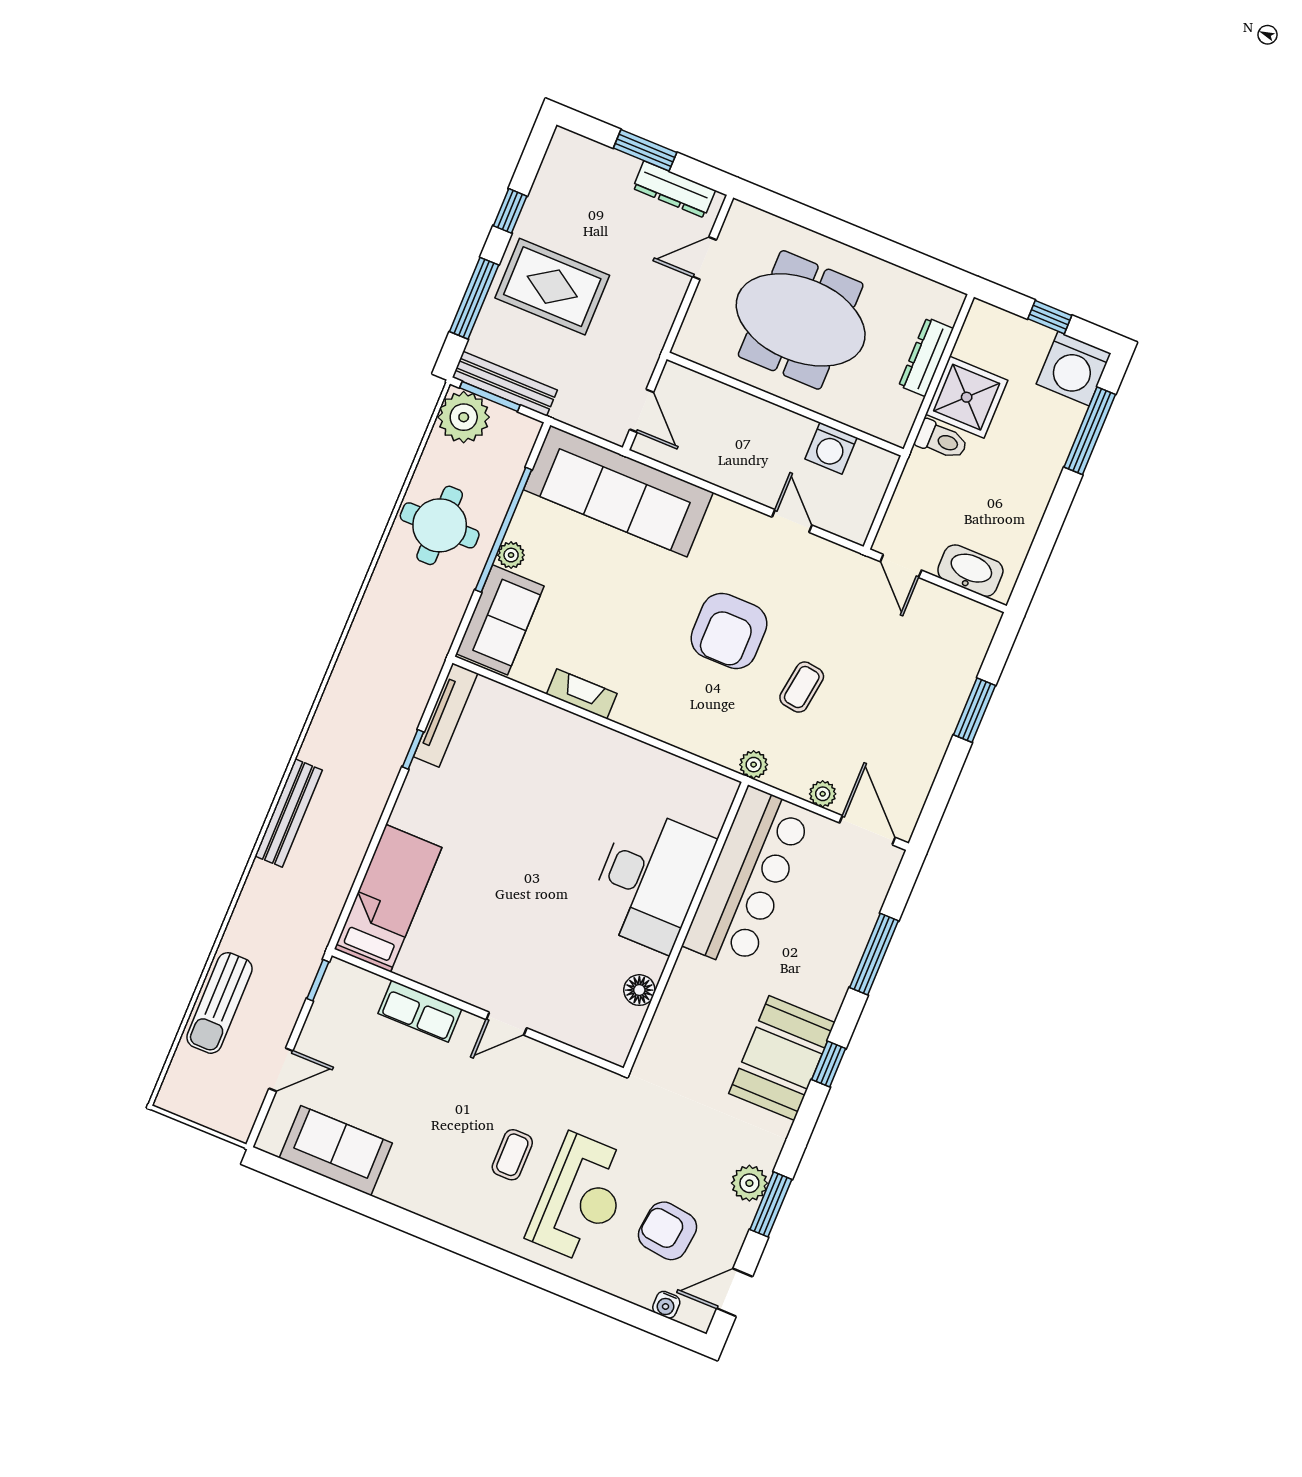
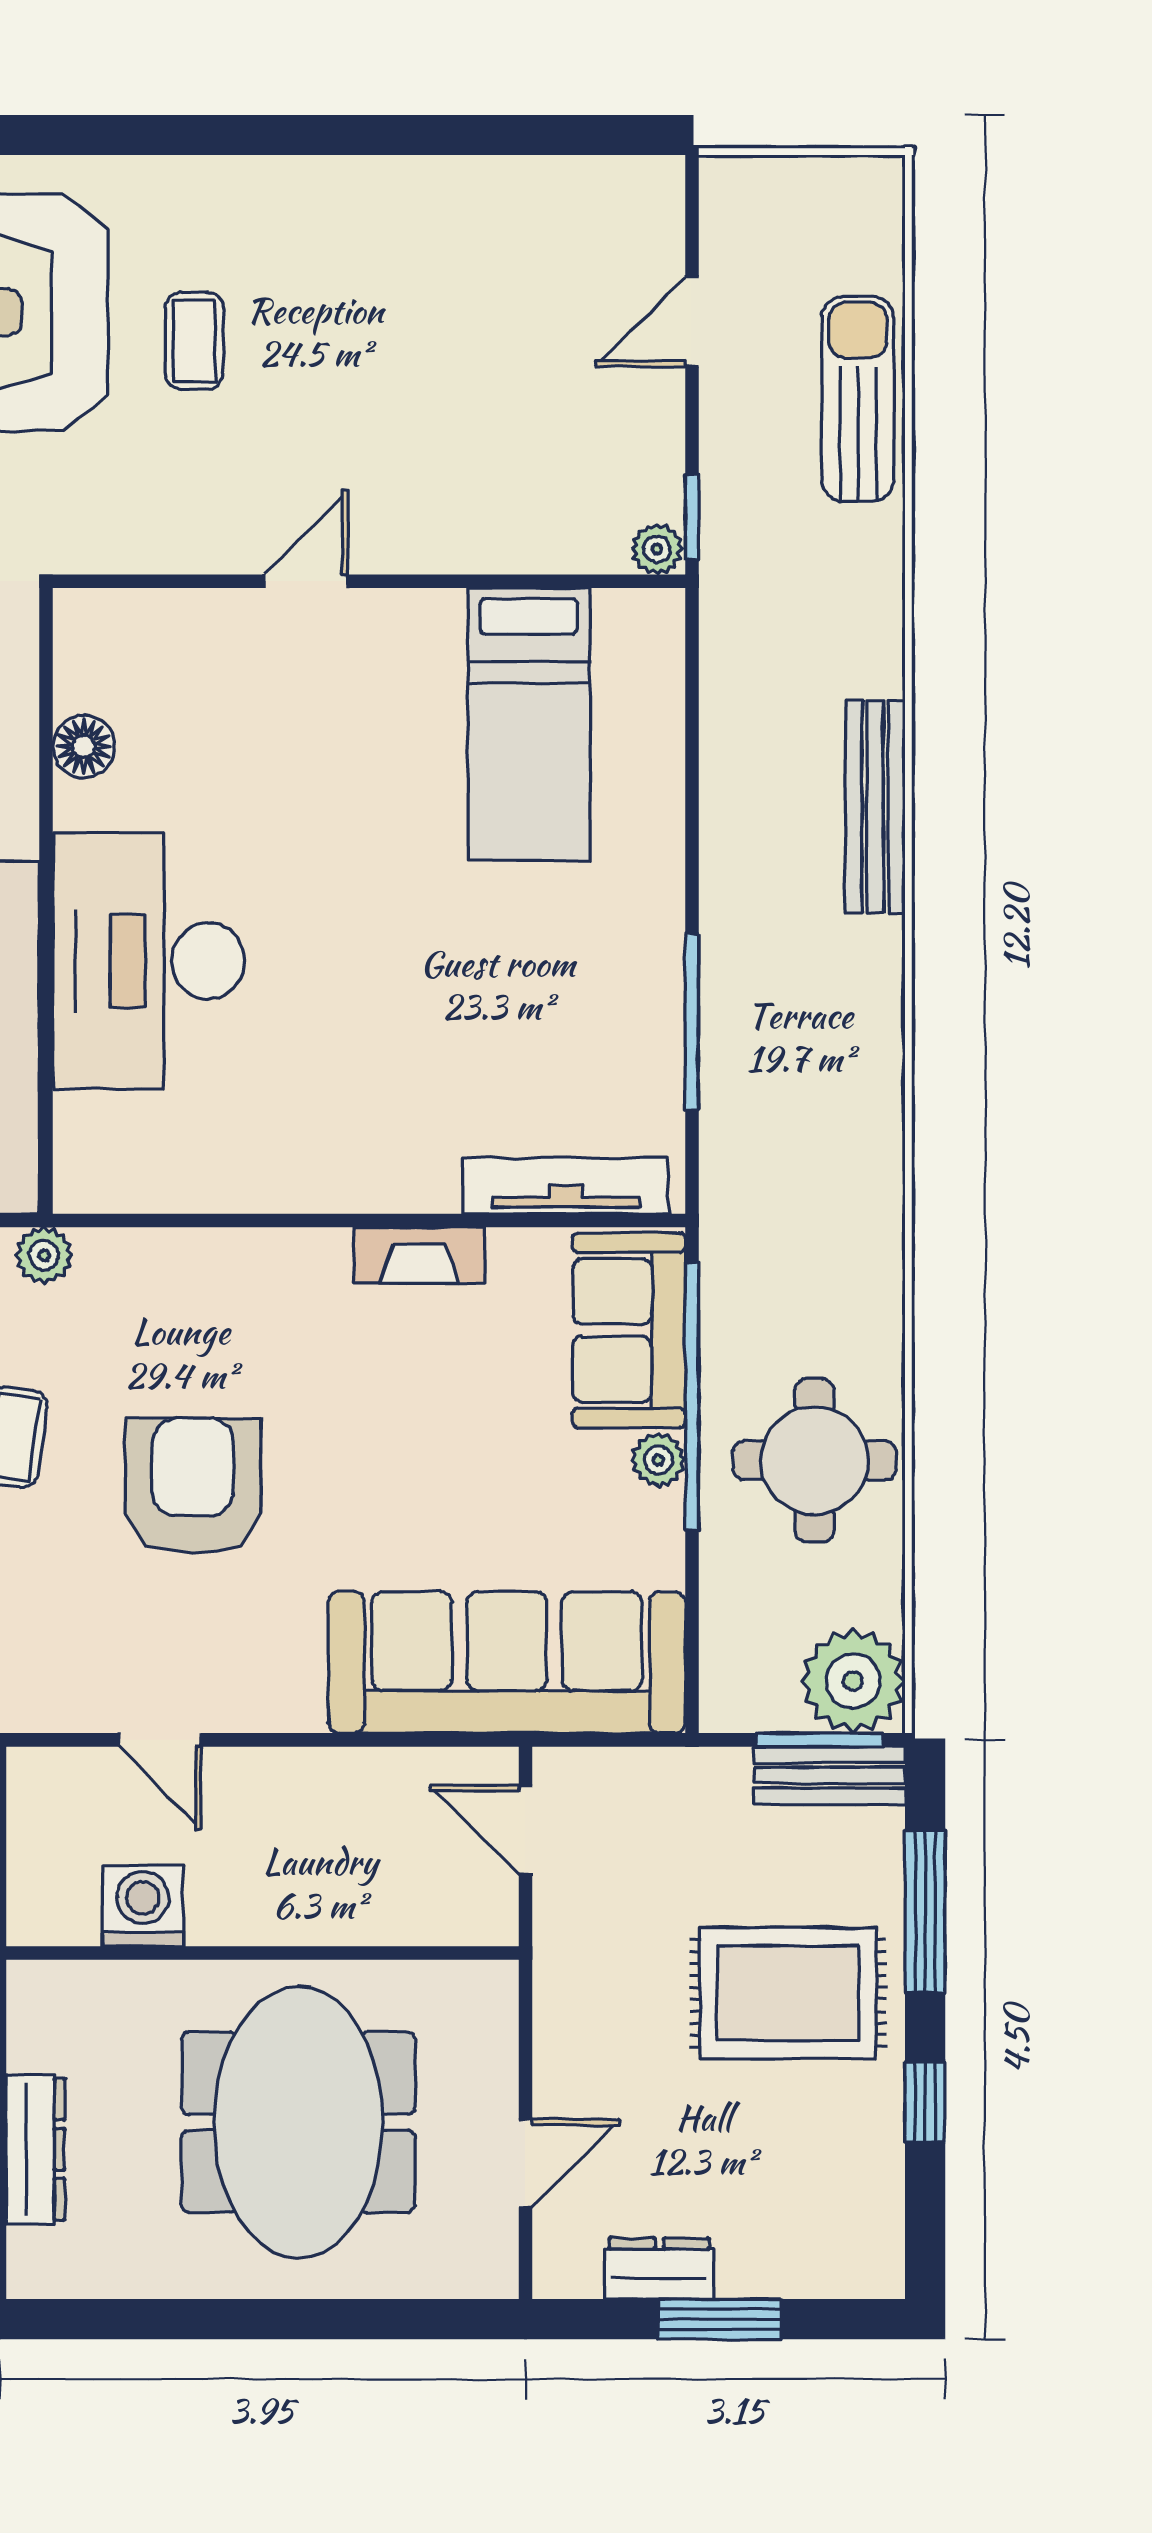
dresser: (674, 189) -> (659, 2269), width x0.70
meeting table: (801, 320) -> (298, 2122), turned 90
bench: (505, 384) -> (830, 1775), width x0.73
window: (503, 530) -> (692, 1397), moved
tv unit: (446, 715) -> (566, 1186), moved, turned 90
window: (413, 749) -> (692, 1022), width x2.17
bed: (388, 898) -> (529, 724), moved
plant: (340, 972) -> (657, 549), added
row of seats: (420, 1011) -> (477, 538), removed
sofa: (336, 1151) -> (527, 213), removed

